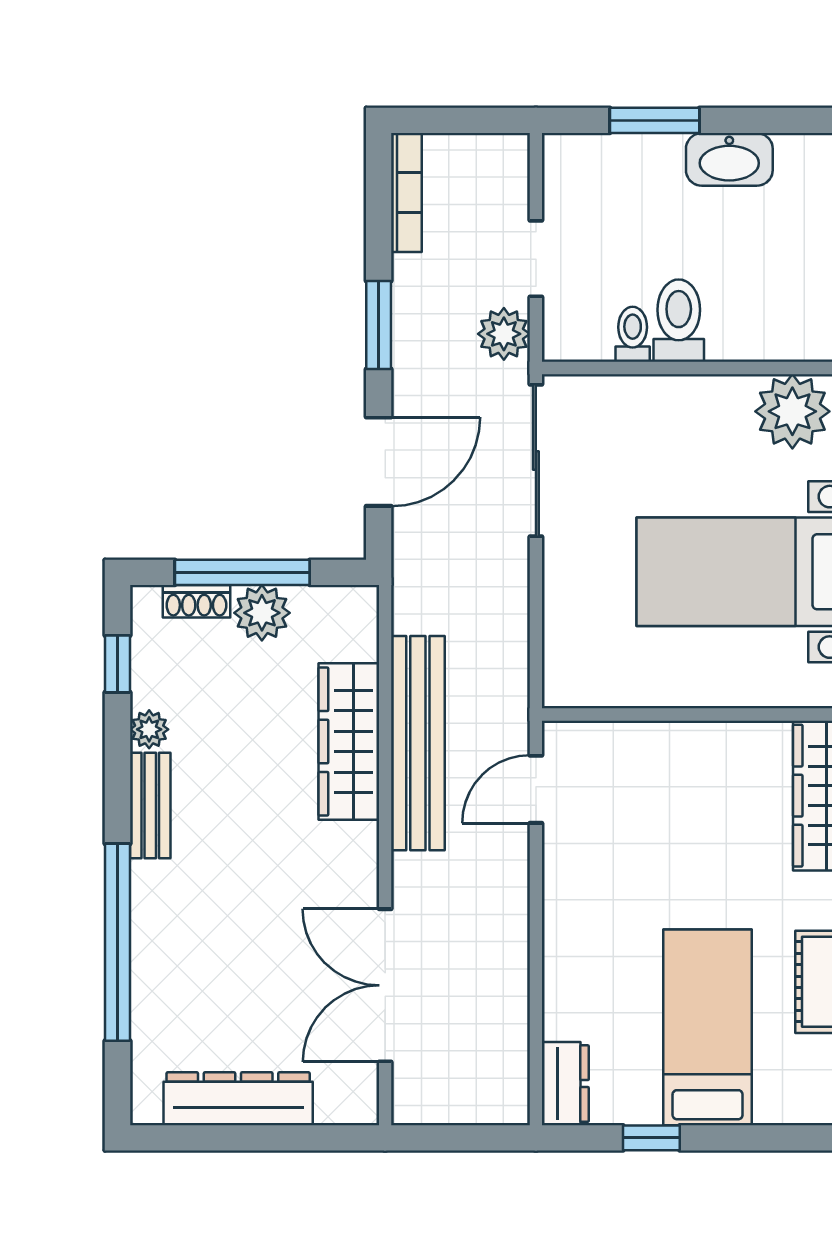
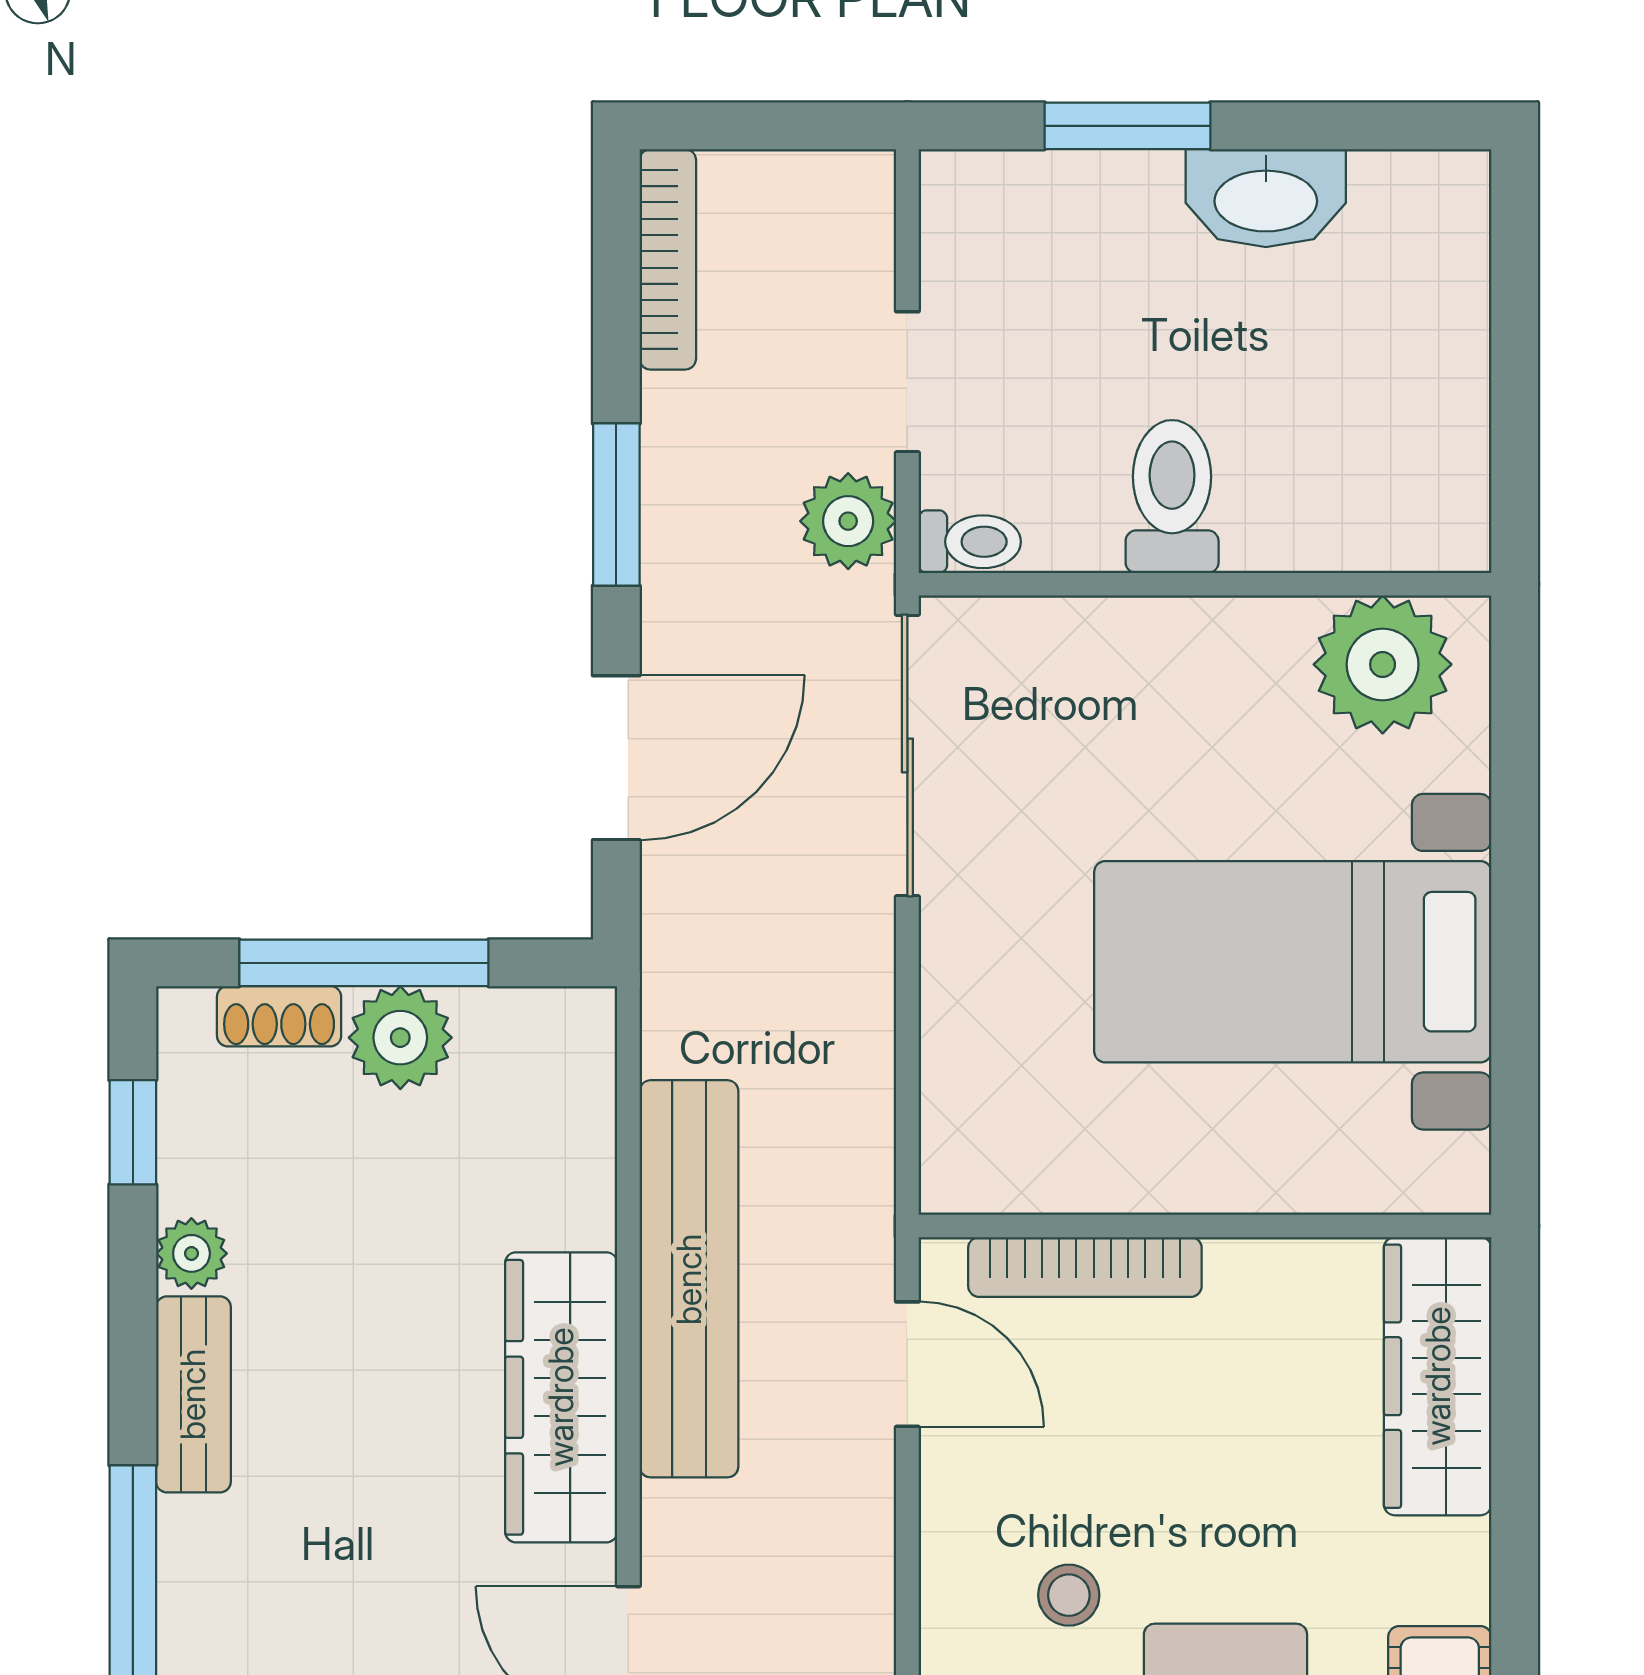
toilet: (633, 334) -> (970, 542), moved, turned 90
bookcase: (632, 737) -> (1085, 1267), added
wardrobe: (349, 742) -> (561, 1397), moved
door: (536, 789) -> (907, 1364), swing flipped
stool: (623, 914) -> (1069, 1595), added

